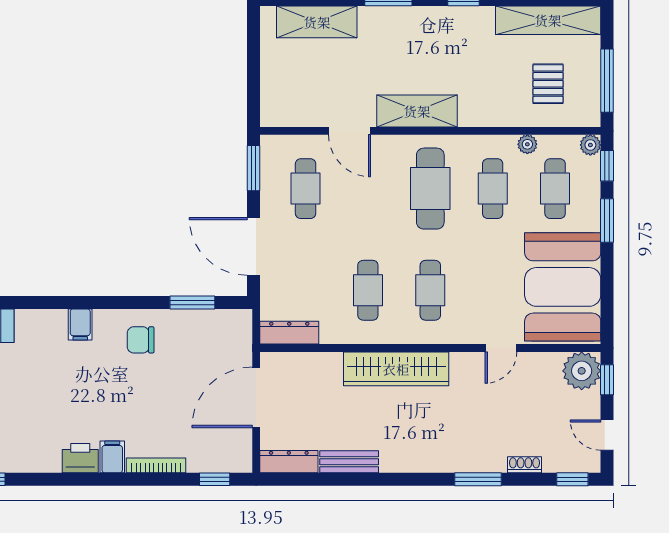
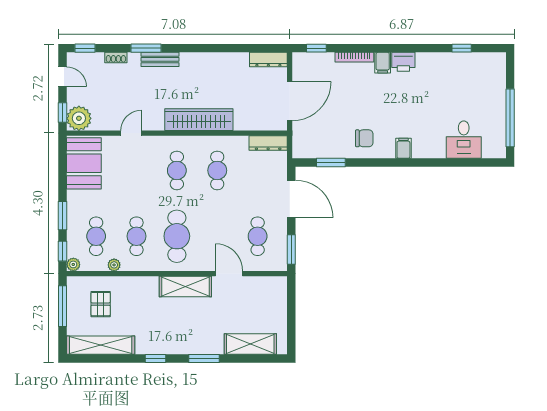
booth: (563, 287) -> (84, 163), width x0.73, depth x0.70
bench: (349, 462) -> (160, 59), moved

